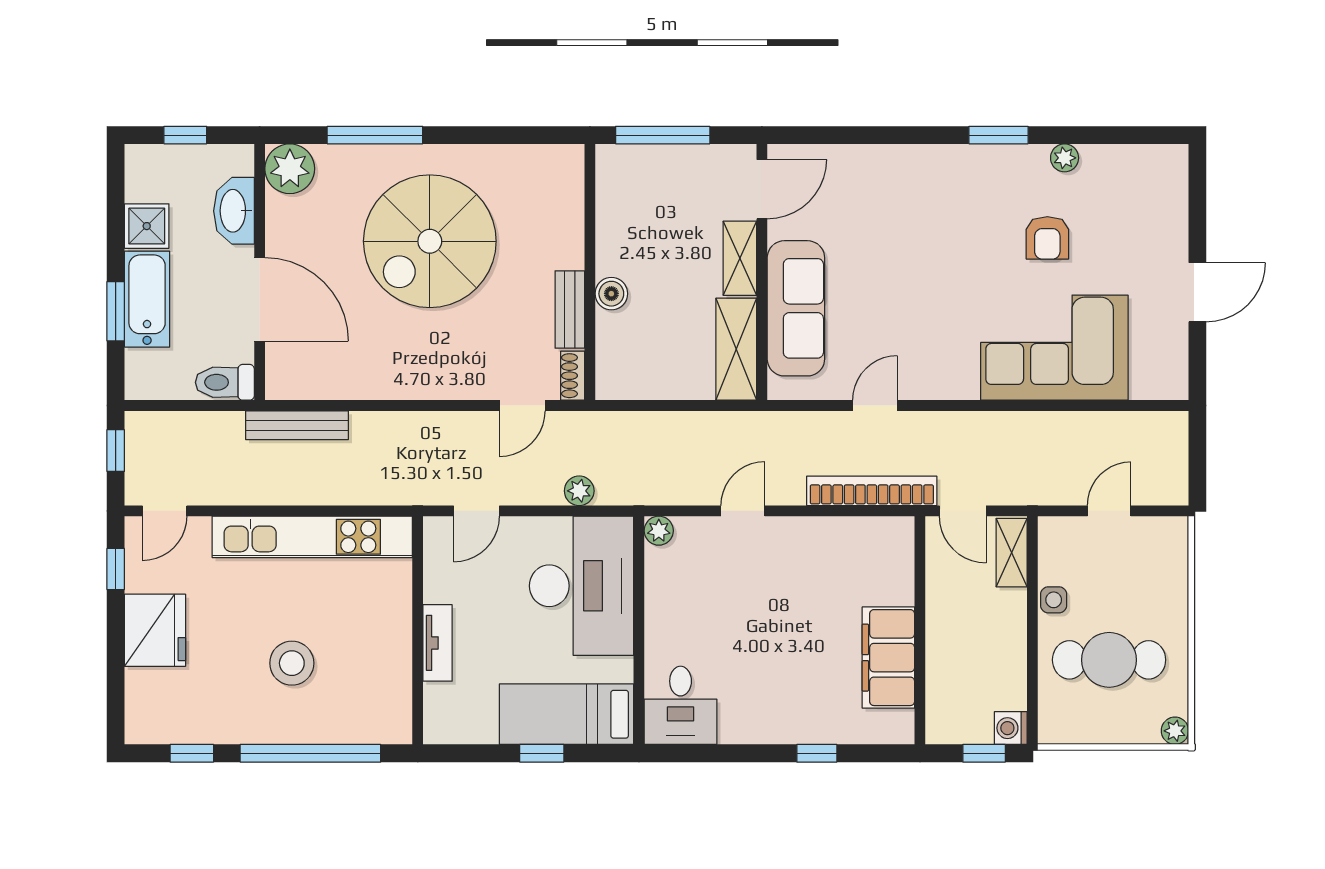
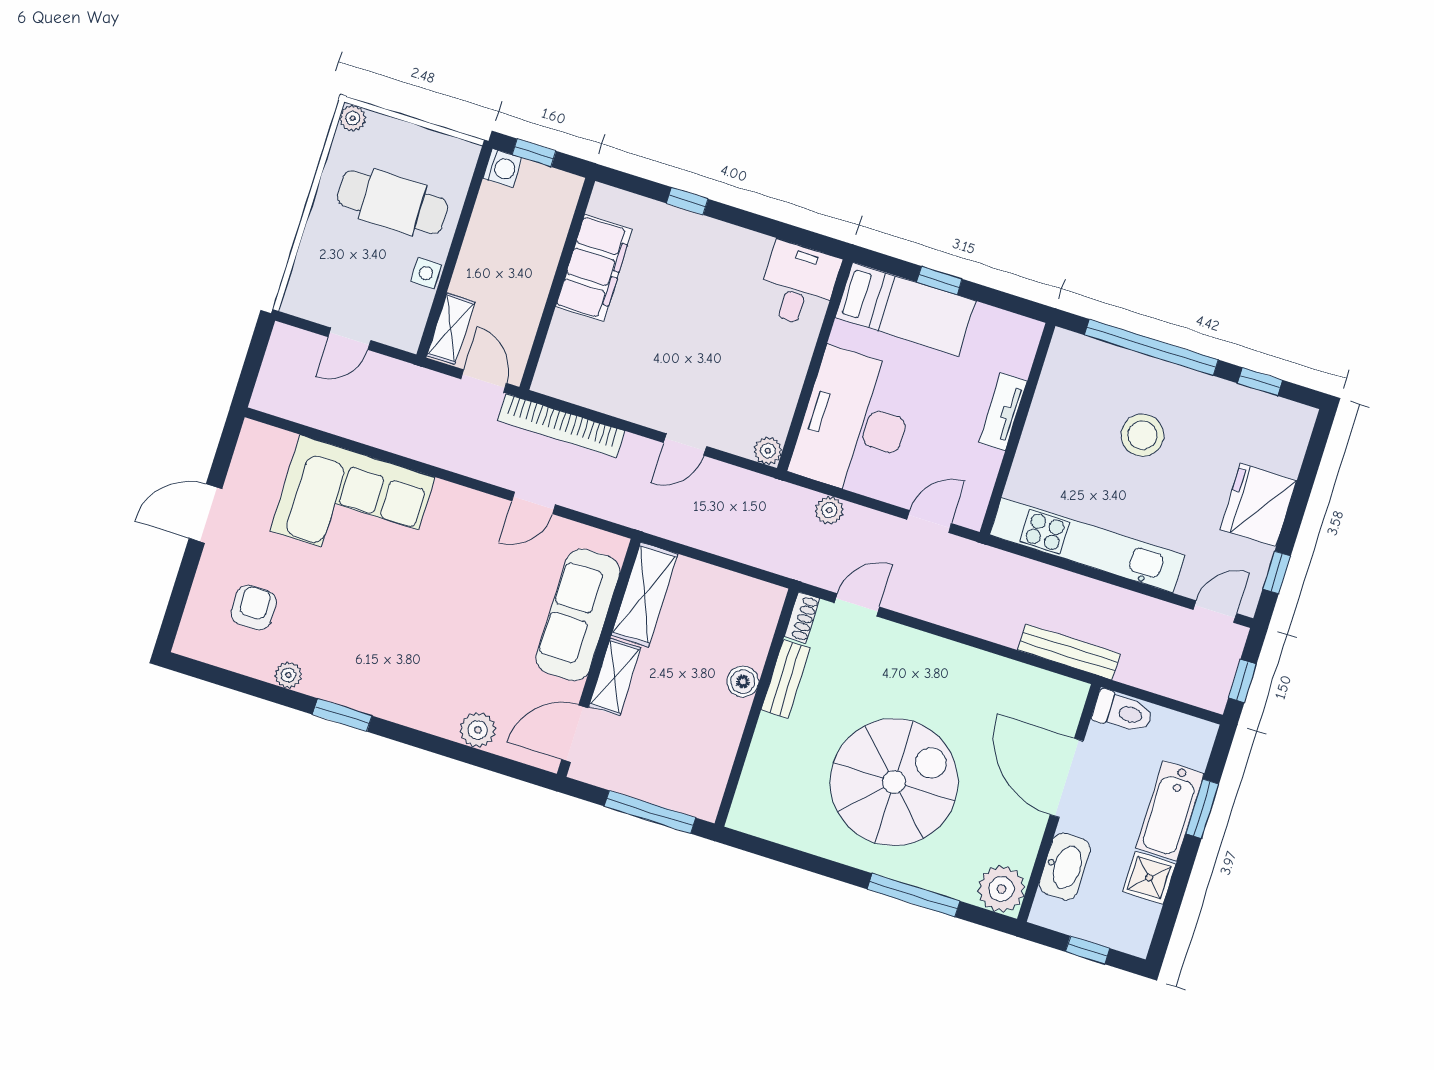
plant: (859, 163) -> (478, 730), added
armchair: (1047, 238) -> (254, 608), moved

